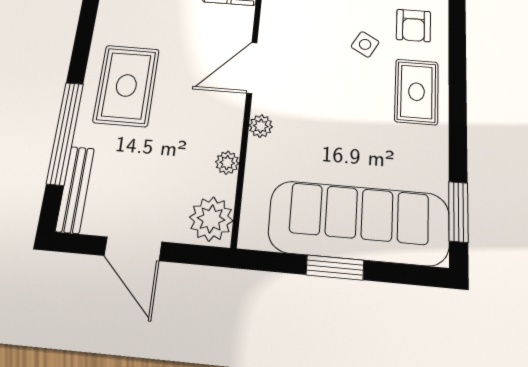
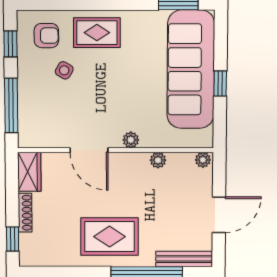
plant: (211, 219) -> (203, 160), width x0.53, depth x0.53
window: (335, 268) -> (220, 84), width x0.67

